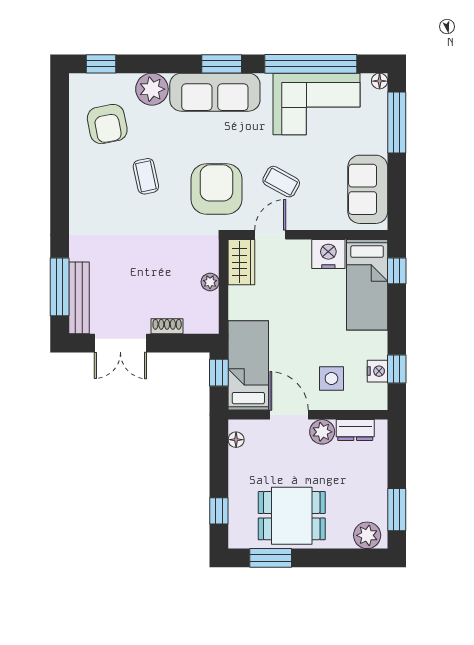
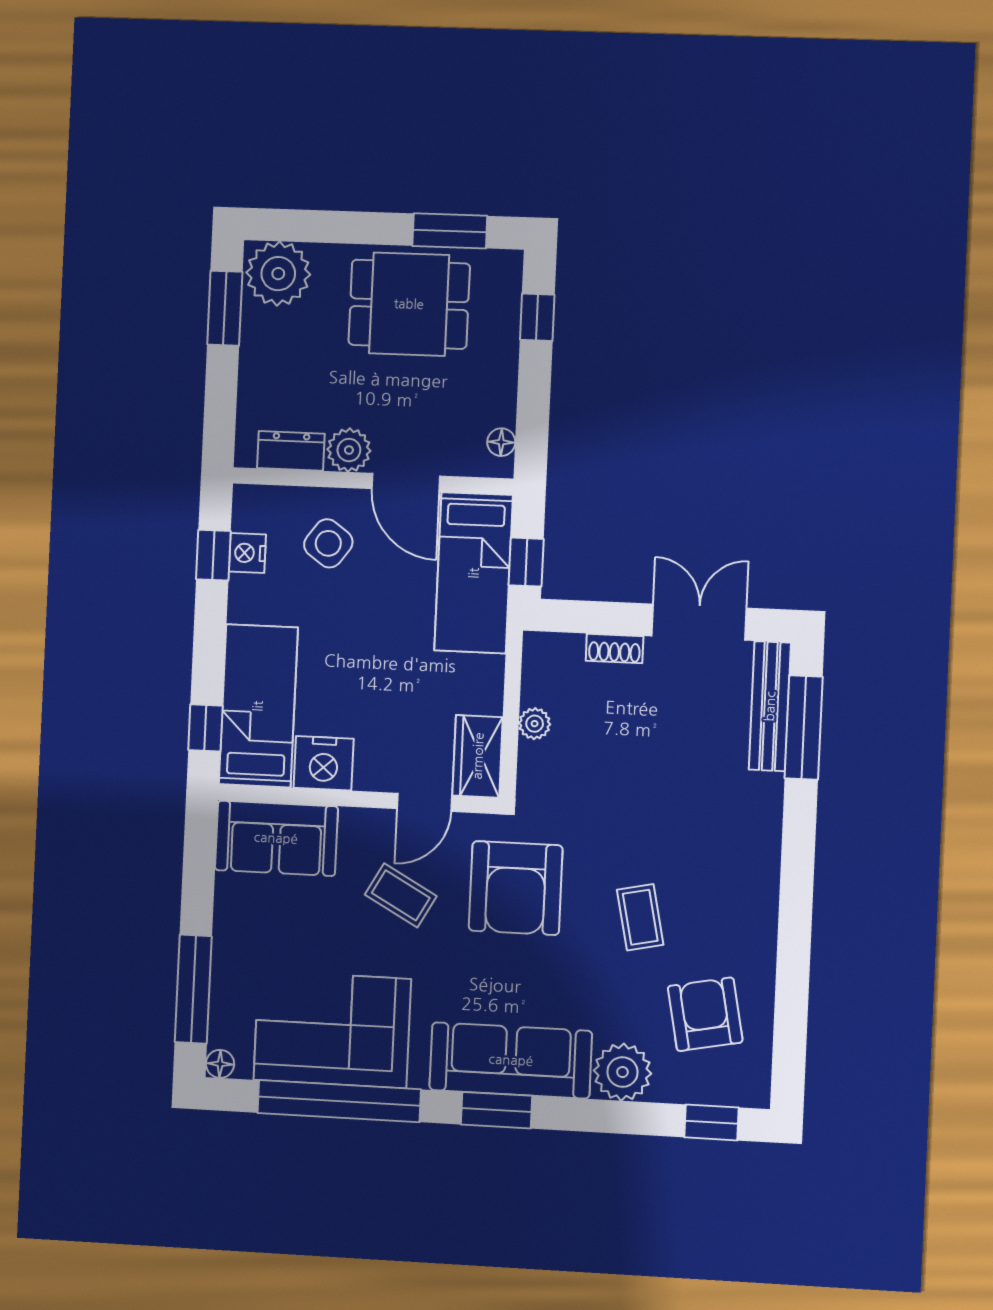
sofa: (368, 189) -> (276, 838), moved, turned 90
side table: (331, 379) -> (328, 543), turned 36
plant: (367, 535) -> (278, 274), width x1.36, depth x1.36

